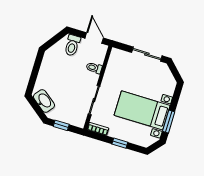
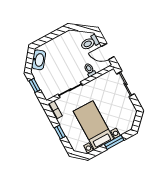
door: (94, 38) -> (108, 51), swing flipped
sliding door: (147, 54) -> (125, 84), moved
window: (169, 122) -> (114, 142), moved

